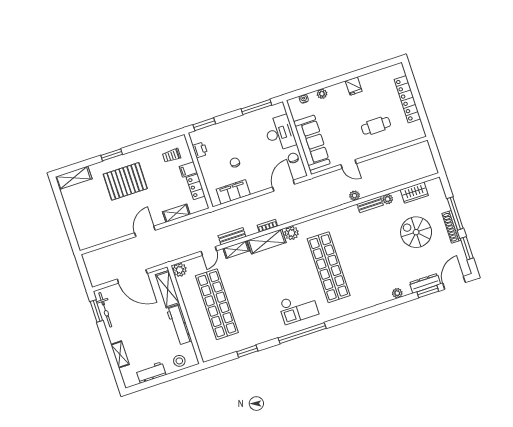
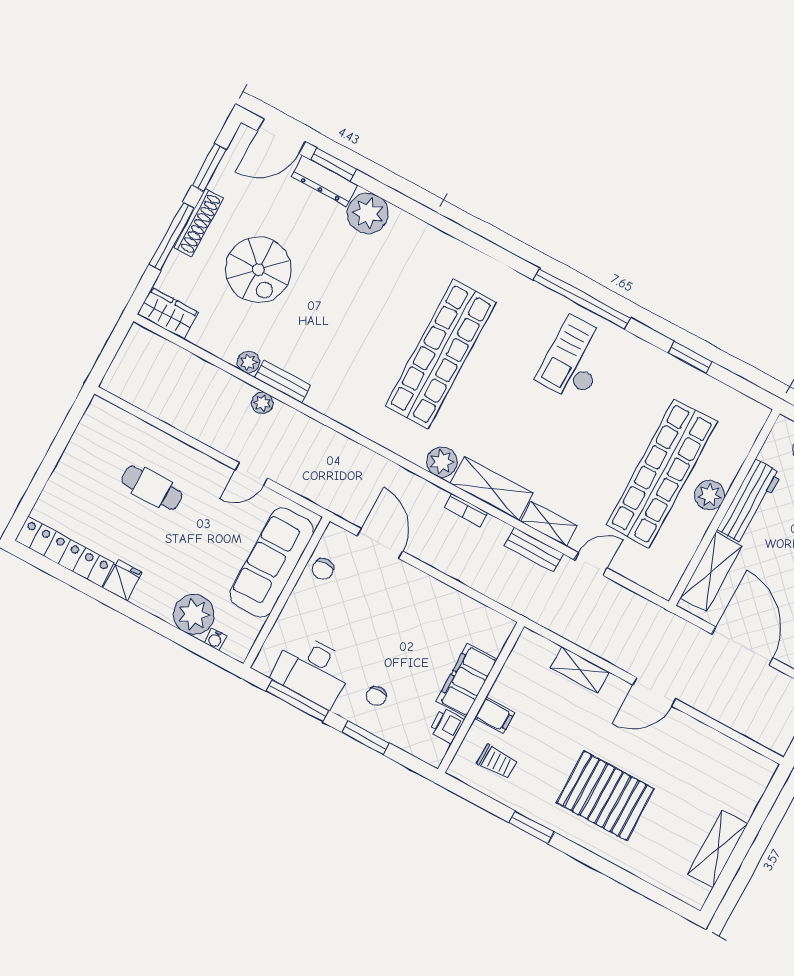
plant: (322, 94) -> (194, 615), width x1.88, depth x1.88
locker: (407, 99) -> (64, 552), moved, turned -90
window: (204, 124) -> (366, 738), moved
desk: (280, 133) -> (312, 670), moved, turned -90
window: (112, 155) -> (532, 827), moved
chair: (235, 162) -> (376, 696), moved
door: (349, 164) -> (251, 474), swing flipped
shelving: (74, 178) -> (718, 849), moved, turned 90
door: (284, 186) -> (380, 544), swing flipped
locker: (196, 187) -> (510, 679), removed
filing cabinet: (233, 192) -> (467, 680), moved, turned 90
wardrobe: (414, 193) -> (168, 313), moved
plant: (354, 196) -> (262, 403), moved
plant: (180, 270) -> (710, 495), moved
plant: (397, 293) -> (368, 213), width x1.87, depth x1.87
checkout: (298, 308) -> (575, 359), moved, turned -90

